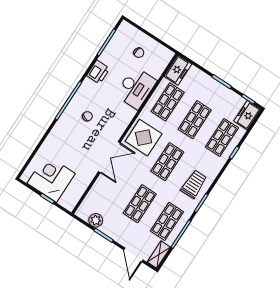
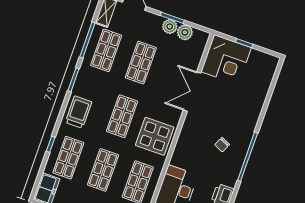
double door: (109, 157) -> (192, 92), moved
corner desk: (51, 178) -> (226, 60), moved
trolley: (194, 184) -> (79, 112), moved, turned 180
plant: (108, 228) -> (170, 27), added

